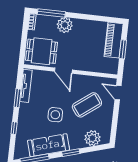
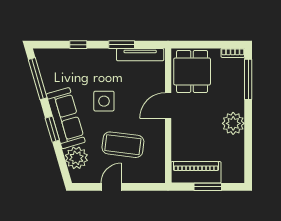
plant: (65, 25) -> (233, 123), moved
piano: (114, 40) -> (196, 172), moved
door: (118, 93) -> (111, 187), moved
coffee table: (87, 105) -> (123, 145), turned -46
sofa: (48, 145) -> (66, 118), moved

